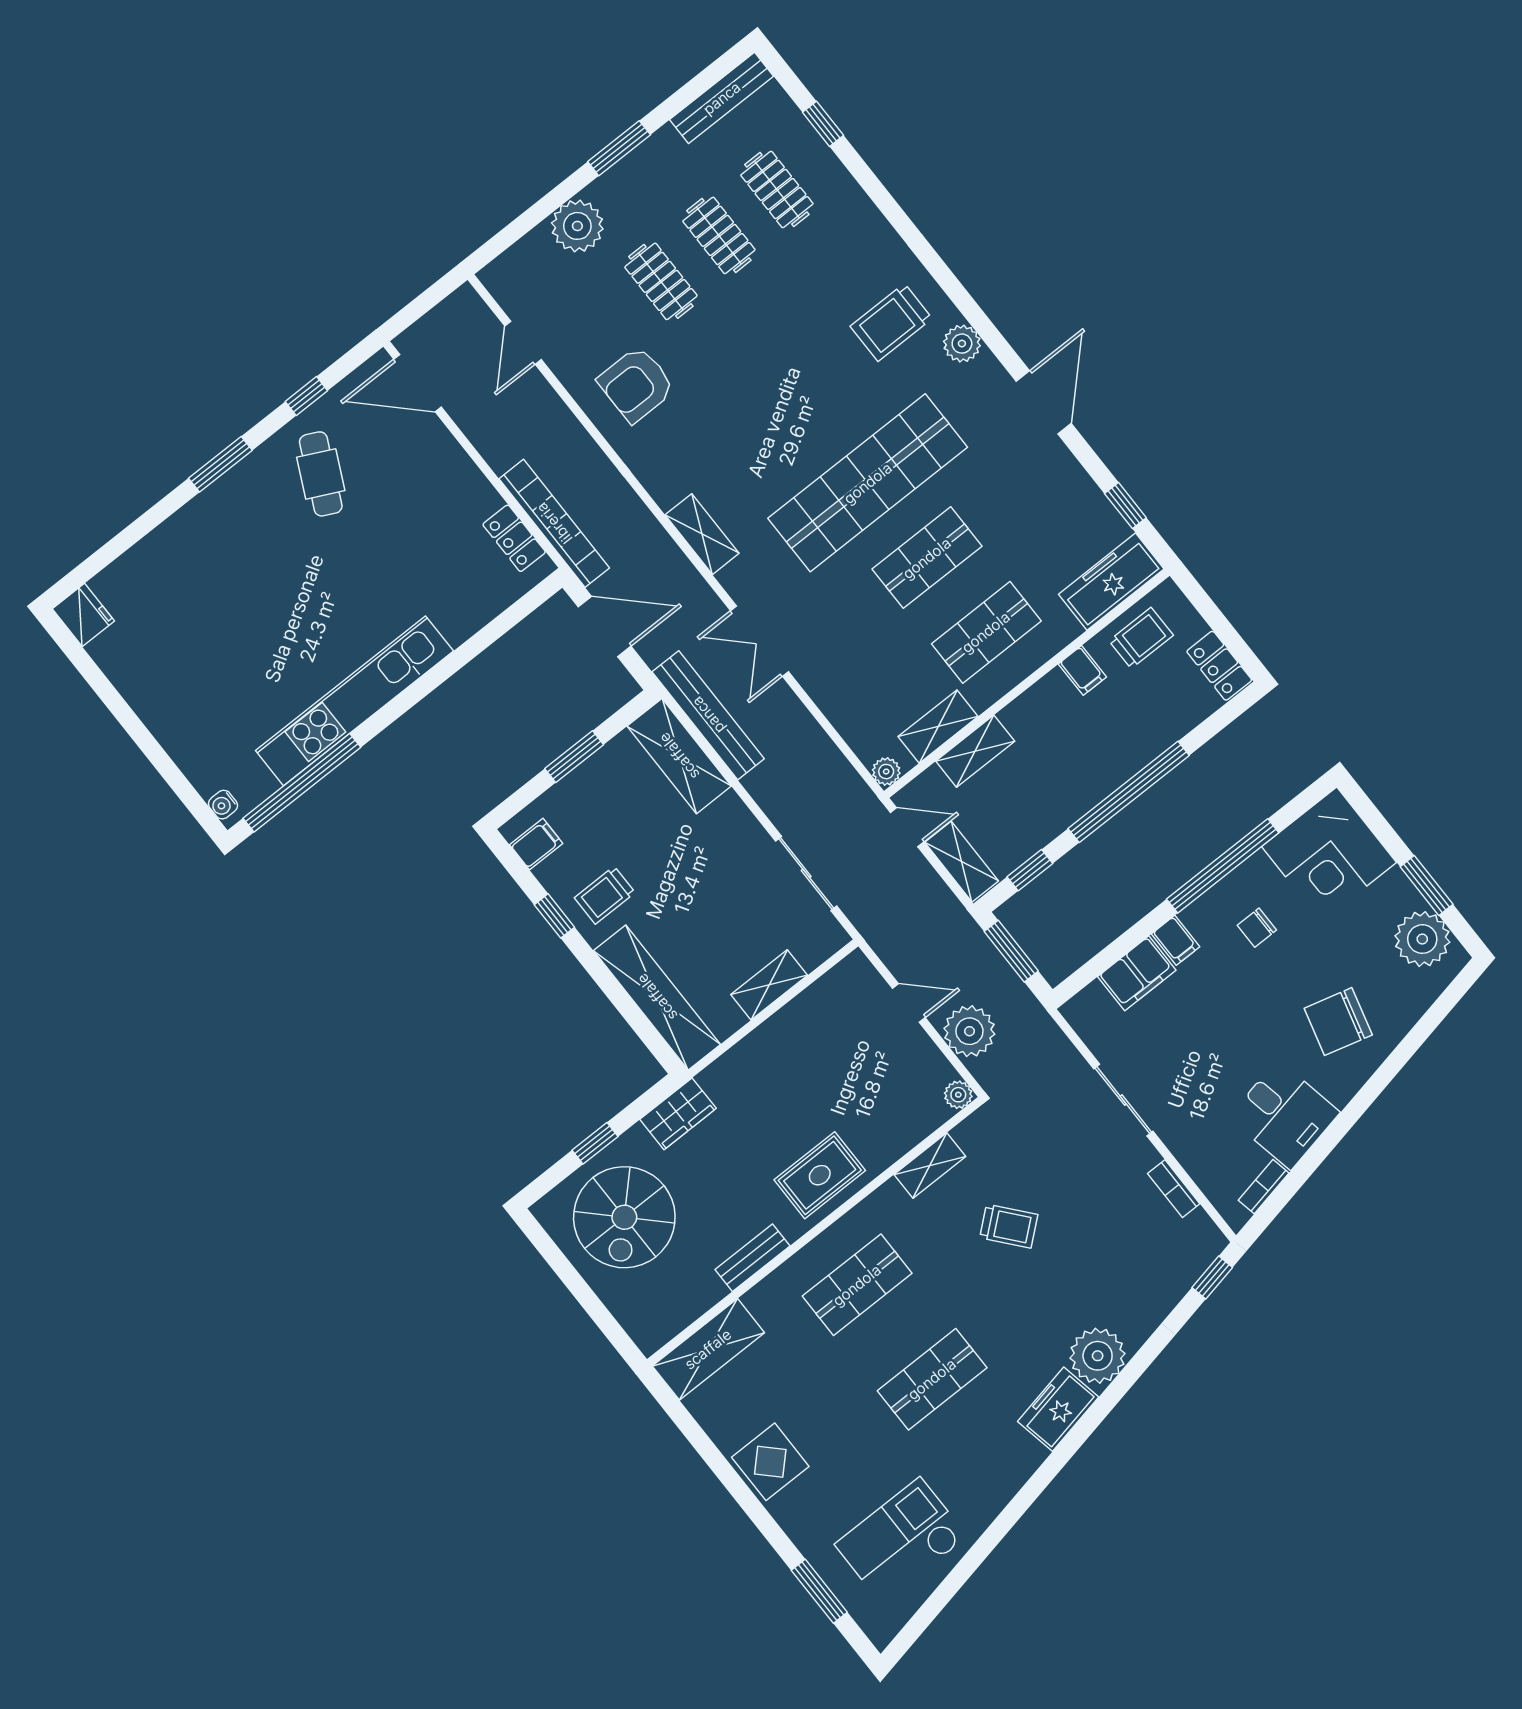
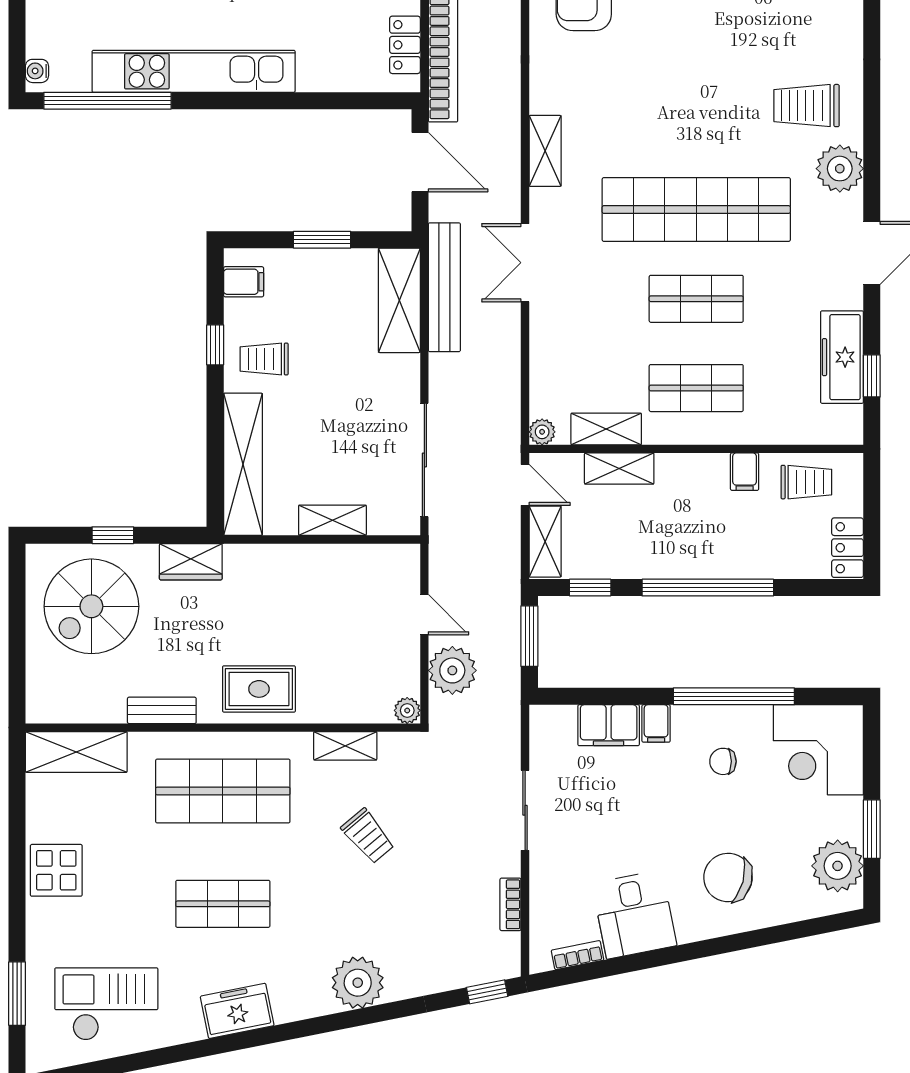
plant: (962, 344) -> (840, 169), width x1.36, depth x1.36
freezer: (1111, 582) -> (842, 357), moved, turned -90
sliding door: (806, 873) -> (424, 460), width x1.37
shop shelf: (857, 1285) -> (223, 791), width x1.43, depth x1.36
freezer: (1058, 1409) -> (237, 1011), moved

